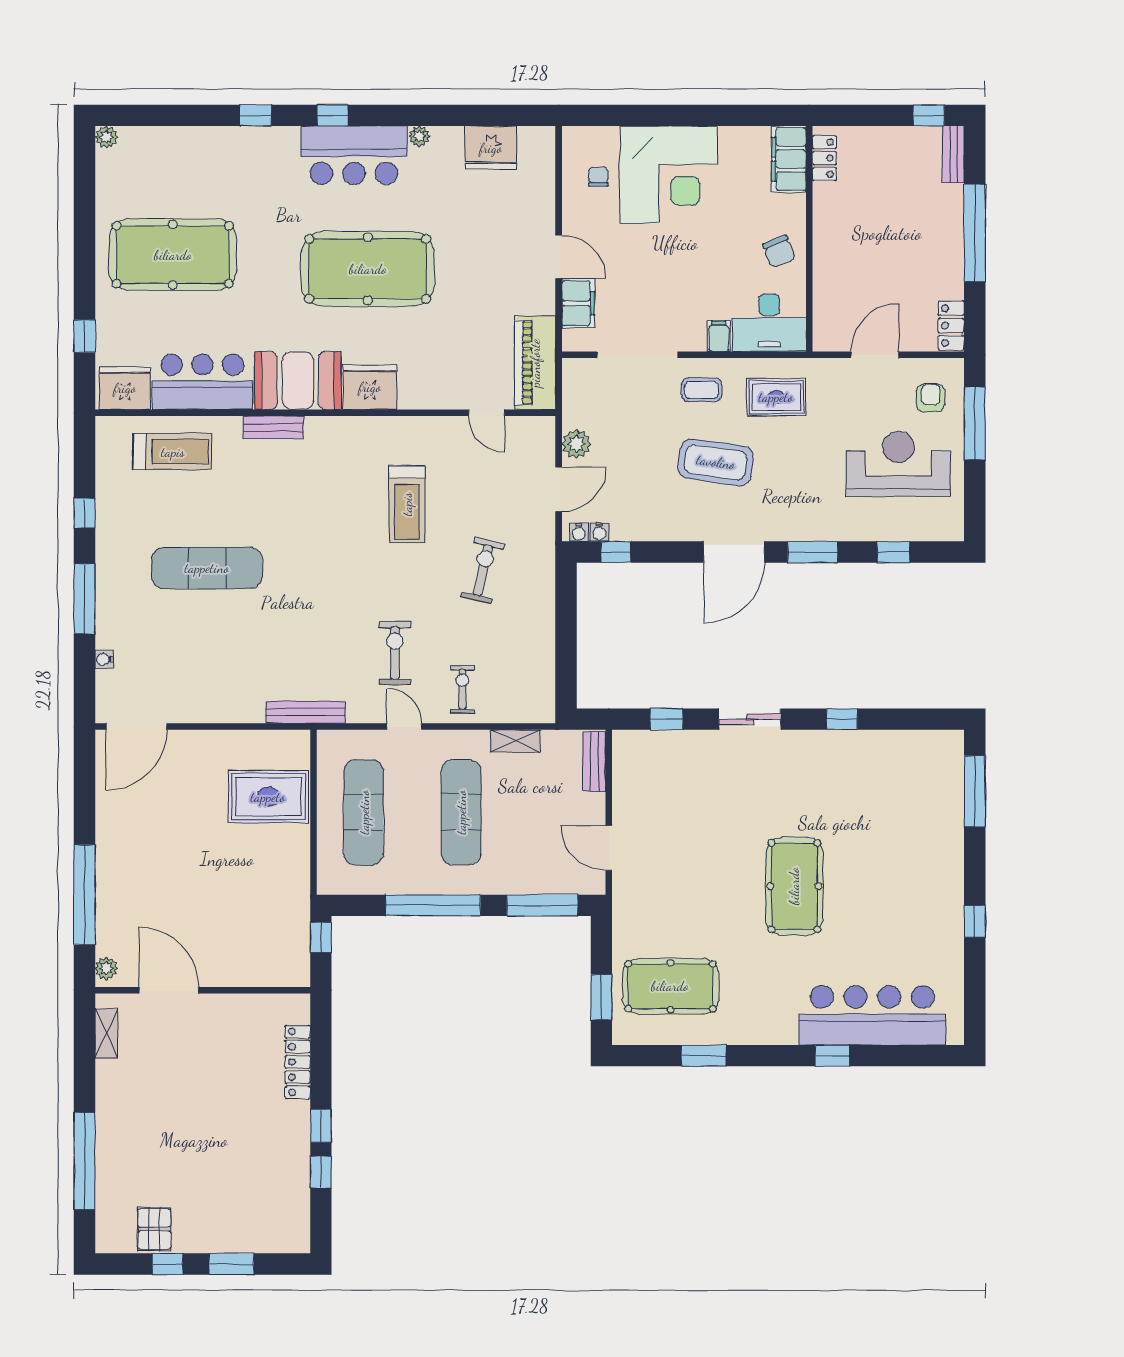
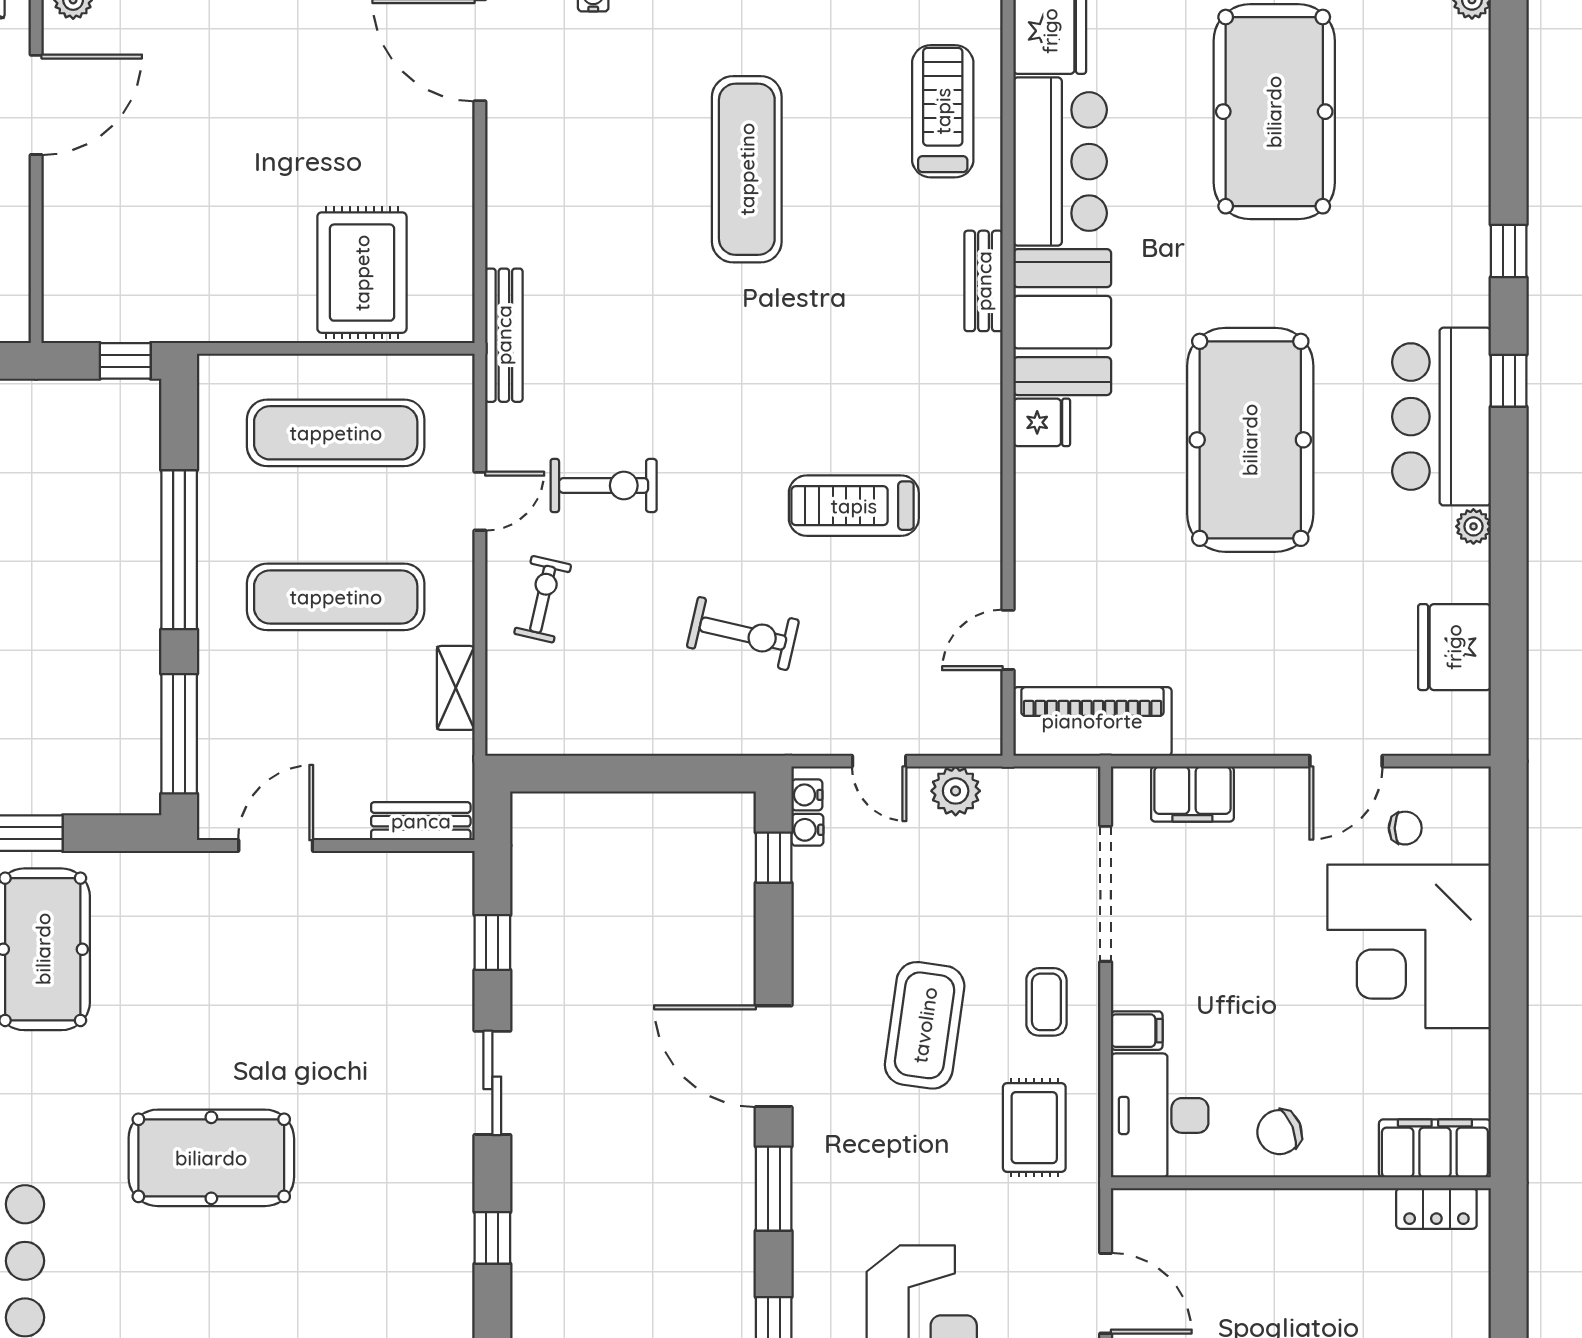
door: (559, 257) -> (1346, 761), moved
fridge: (370, 387) -> (1042, 422), width x0.53, depth x0.75
treadmill: (173, 452) -> (943, 111), turned 180
door: (559, 489) -> (879, 761), width x0.73
exercise bike: (462, 689) -> (543, 599), turned -77

